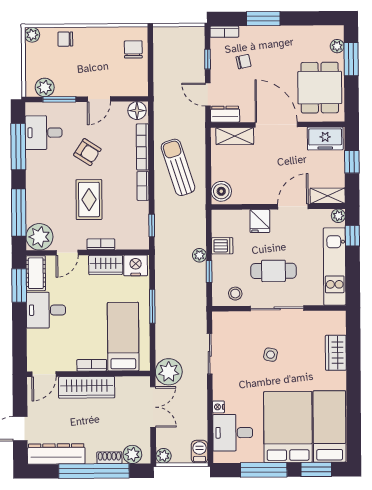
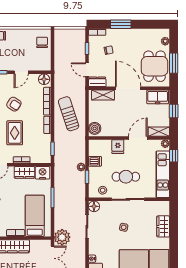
window: (351, 59) -> (174, 63), moved
floor lamp: (221, 320) -> (94, 206), added

